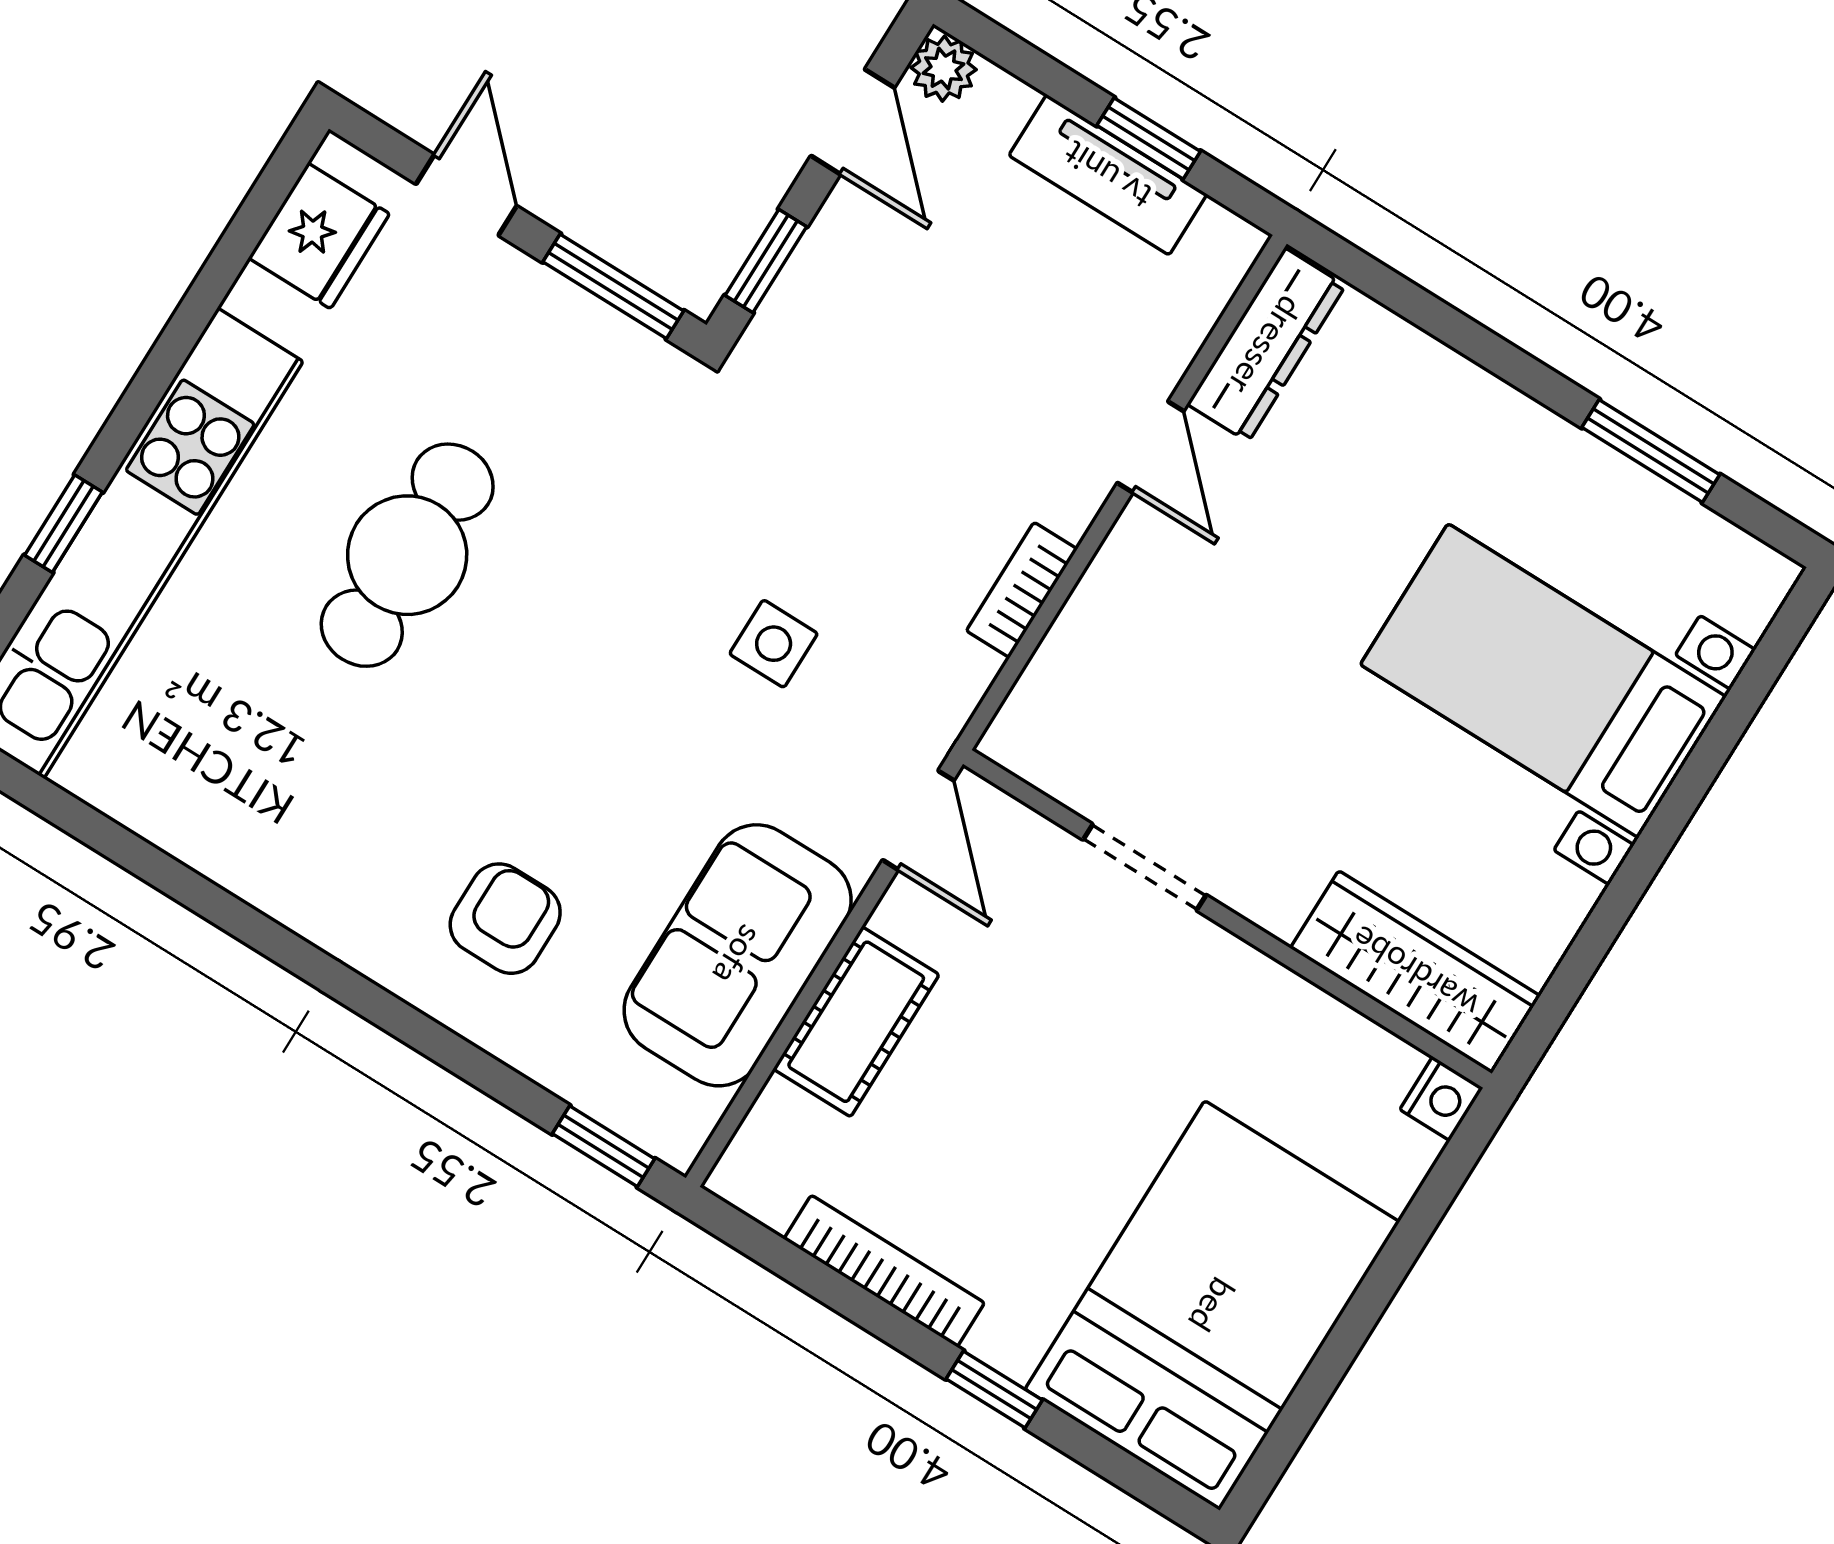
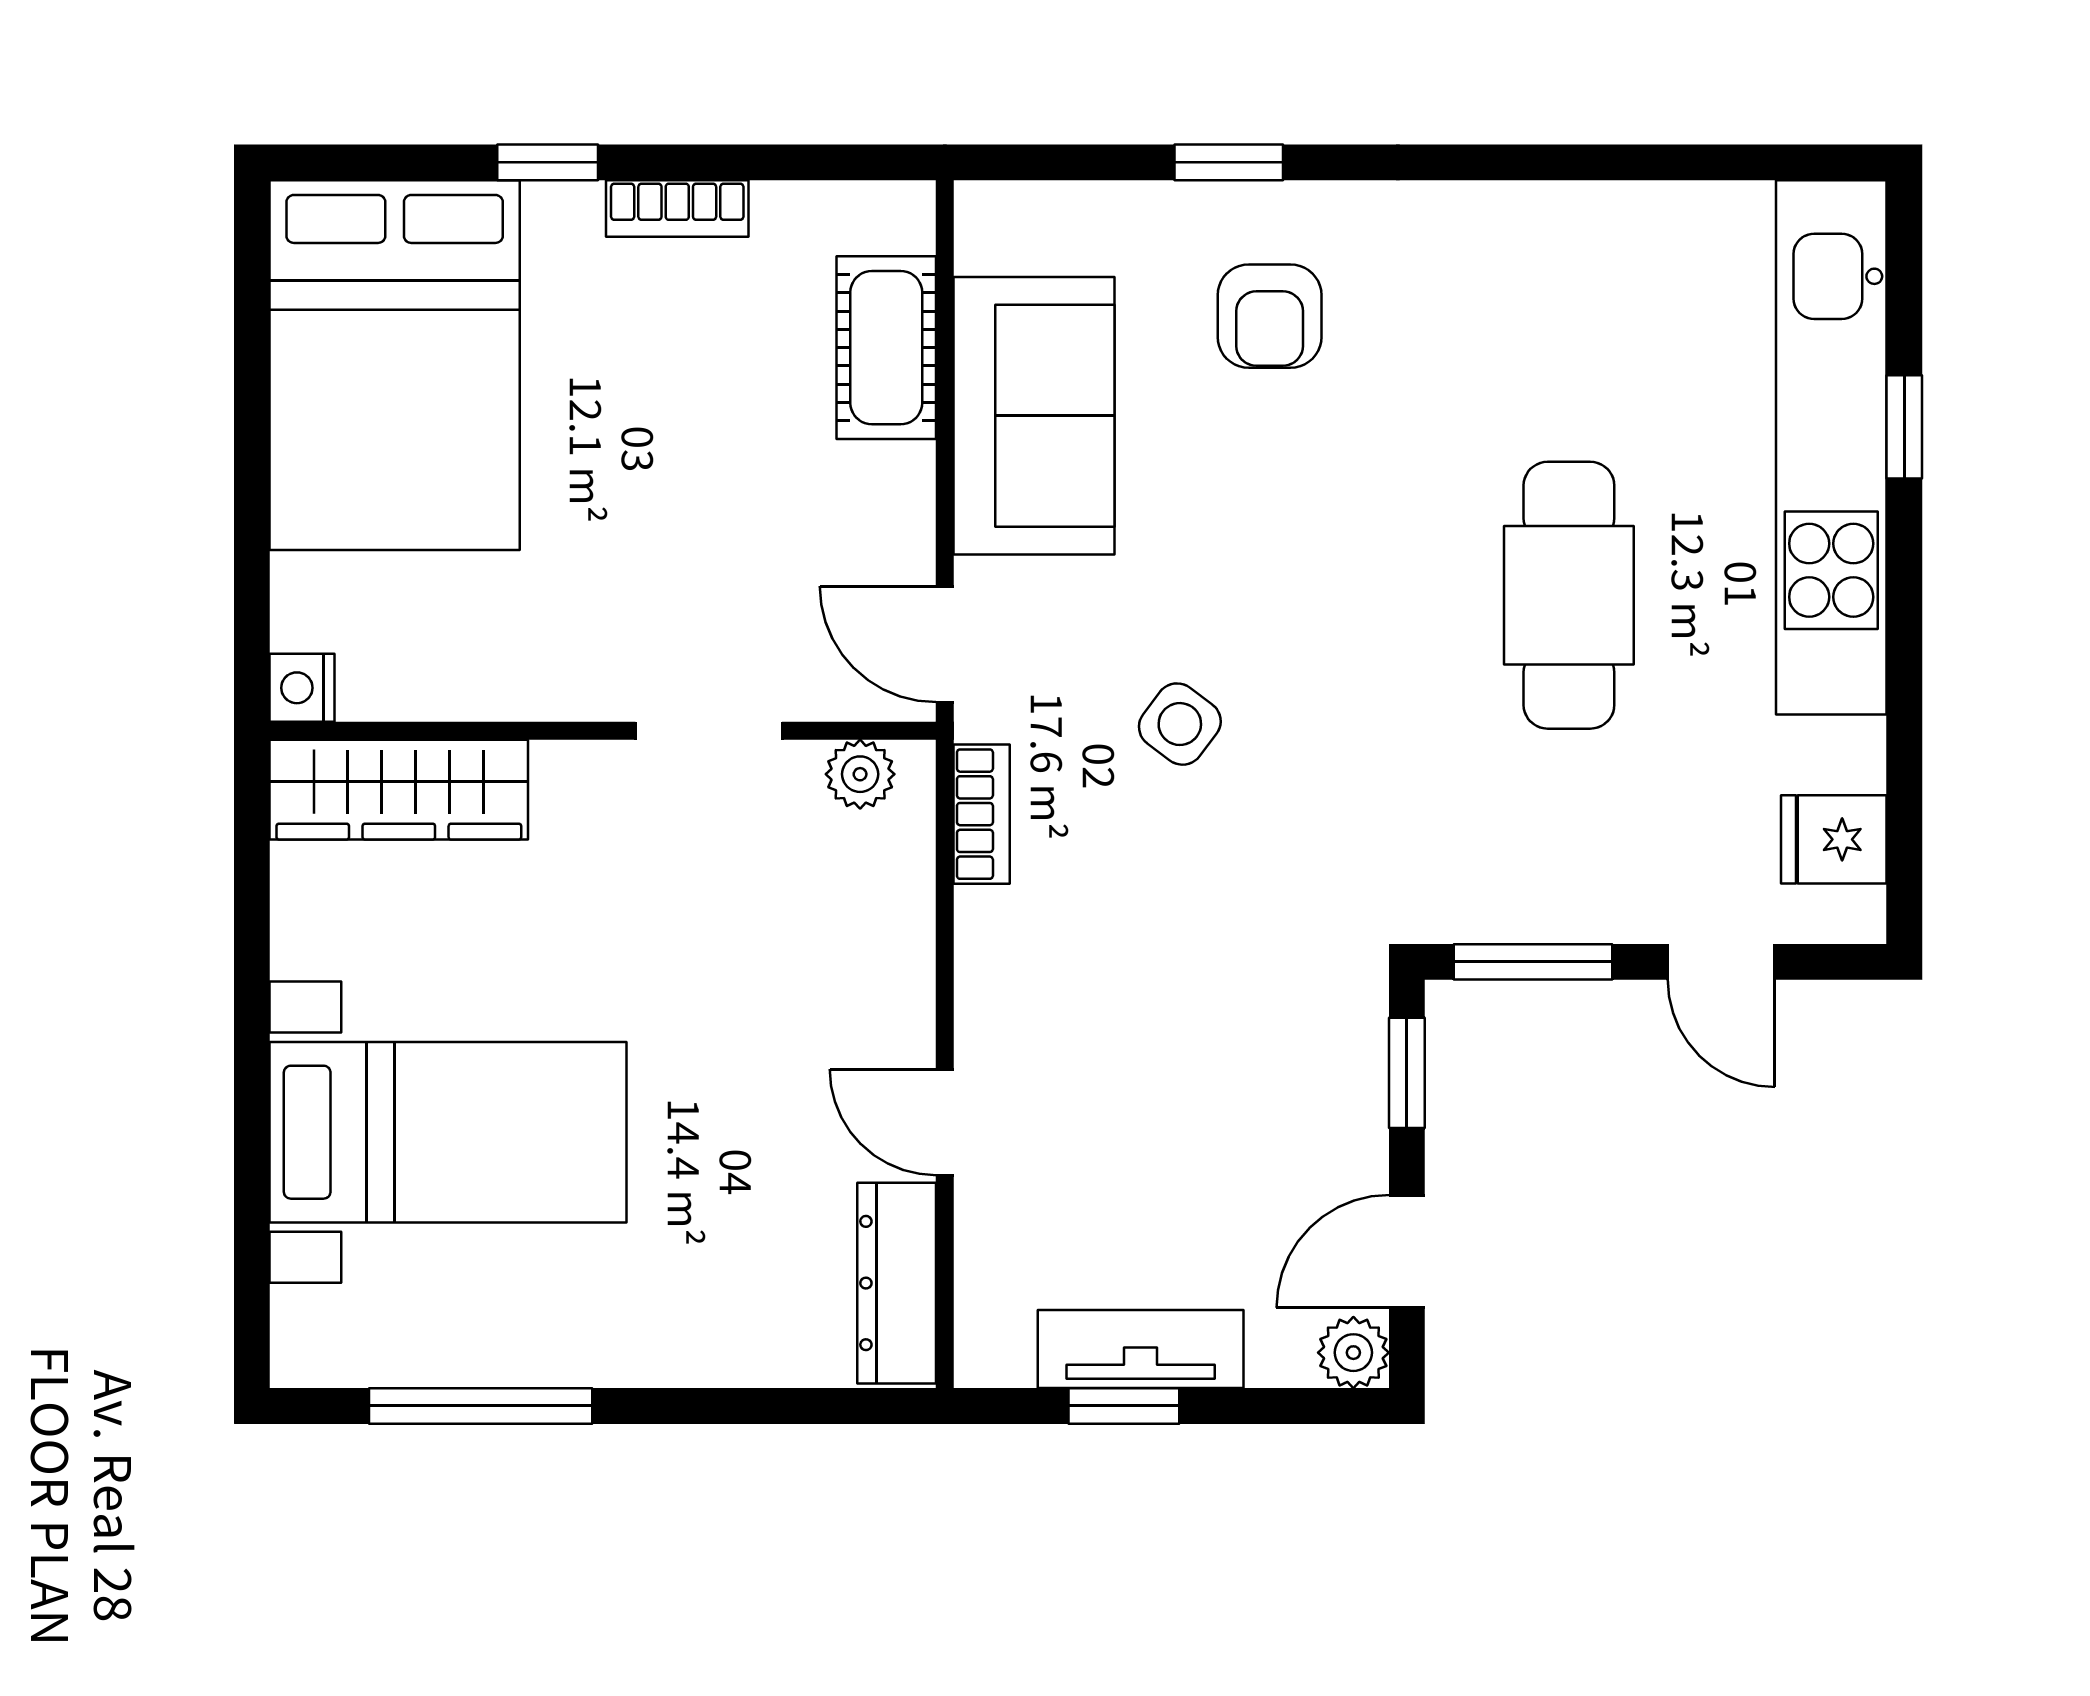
door: (853, 122) -> (1407, 1251), hinge flipped
fridge: (319, 236) -> (1834, 839), width x0.72
window: (1651, 451) -> (481, 1406), width x1.44
bookcase: (1022, 590) -> (982, 814), moved
side table: (774, 644) -> (1180, 724), turned 37
plant: (1048, 760) -> (860, 774), added
cot: (856, 1022) -> (886, 348), moved
window: (604, 1146) -> (1229, 162), moved
bookcase: (884, 1271) -> (677, 209), width x0.64

